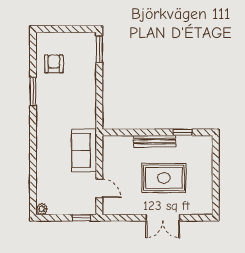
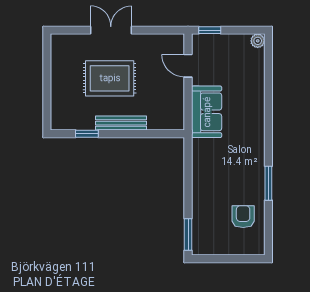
armchair: (54, 64) -> (243, 217), turned 180

